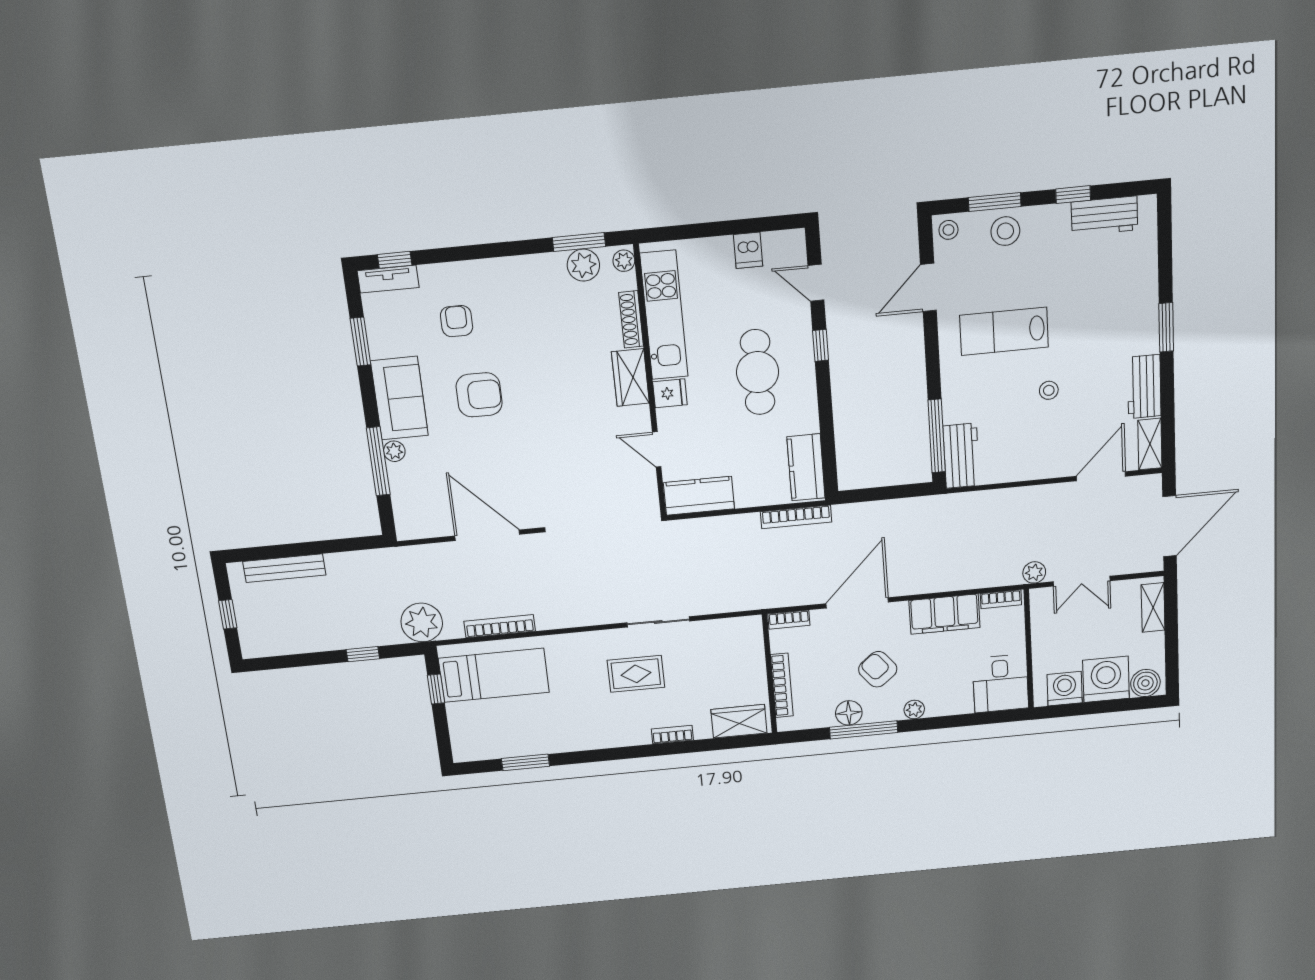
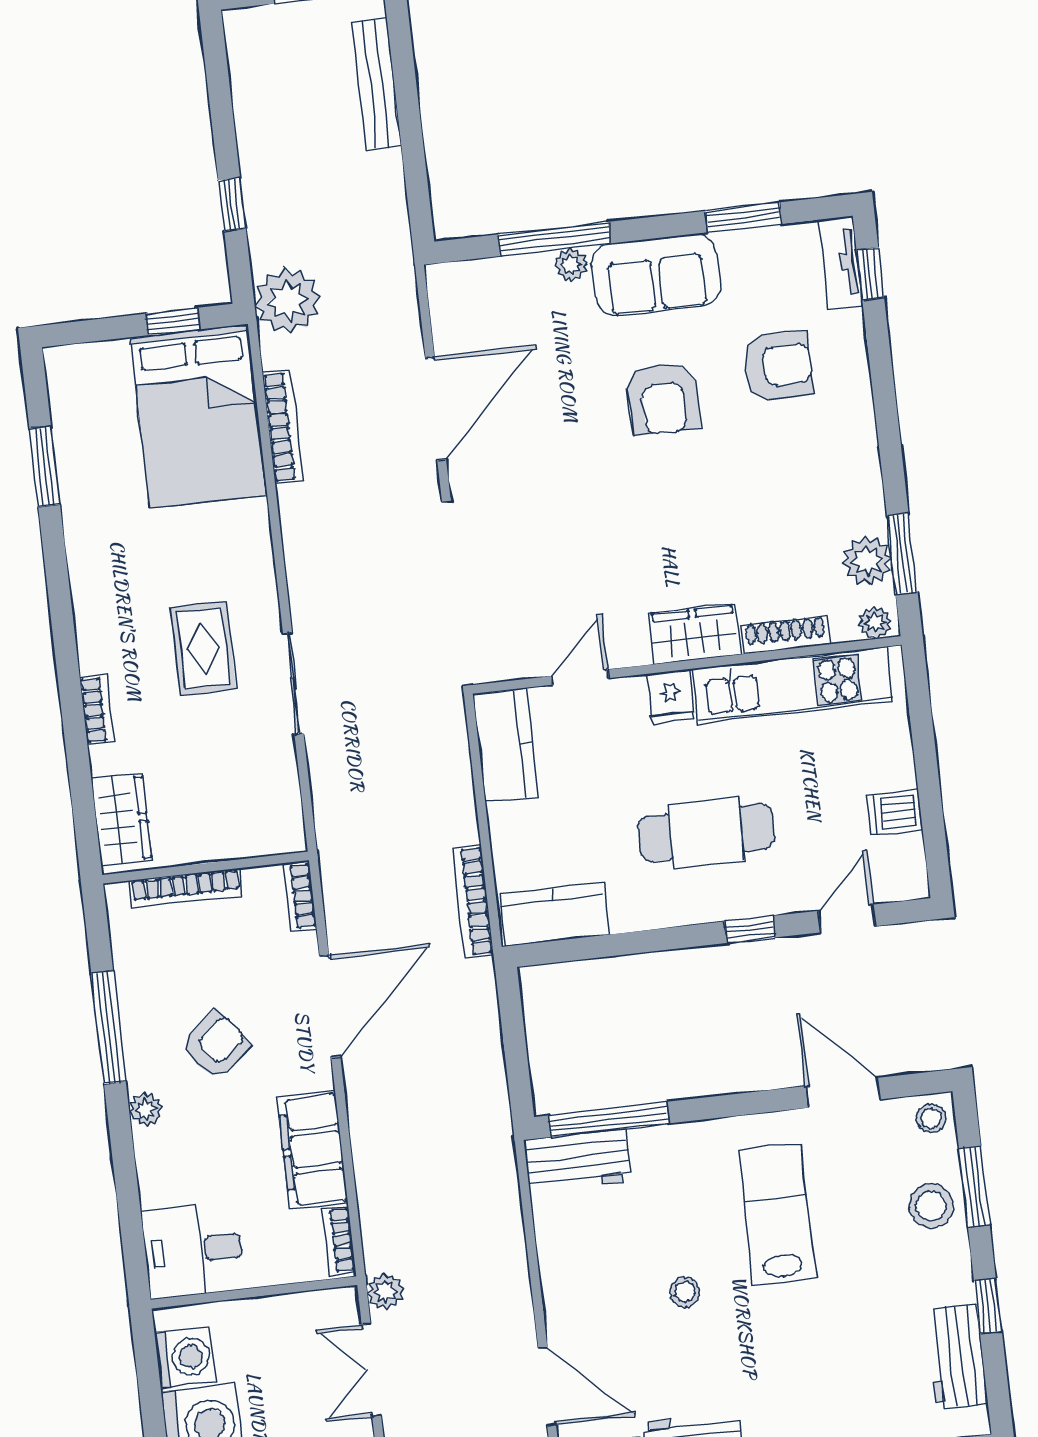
armchair: (457, 321) -> (778, 366), width x1.38, depth x1.38
door: (857, 603) -> (330, 1006), hinge flipped
bed: (494, 675) -> (198, 416), width x1.50
floor lamp: (849, 713) -> (138, 1001), removed

